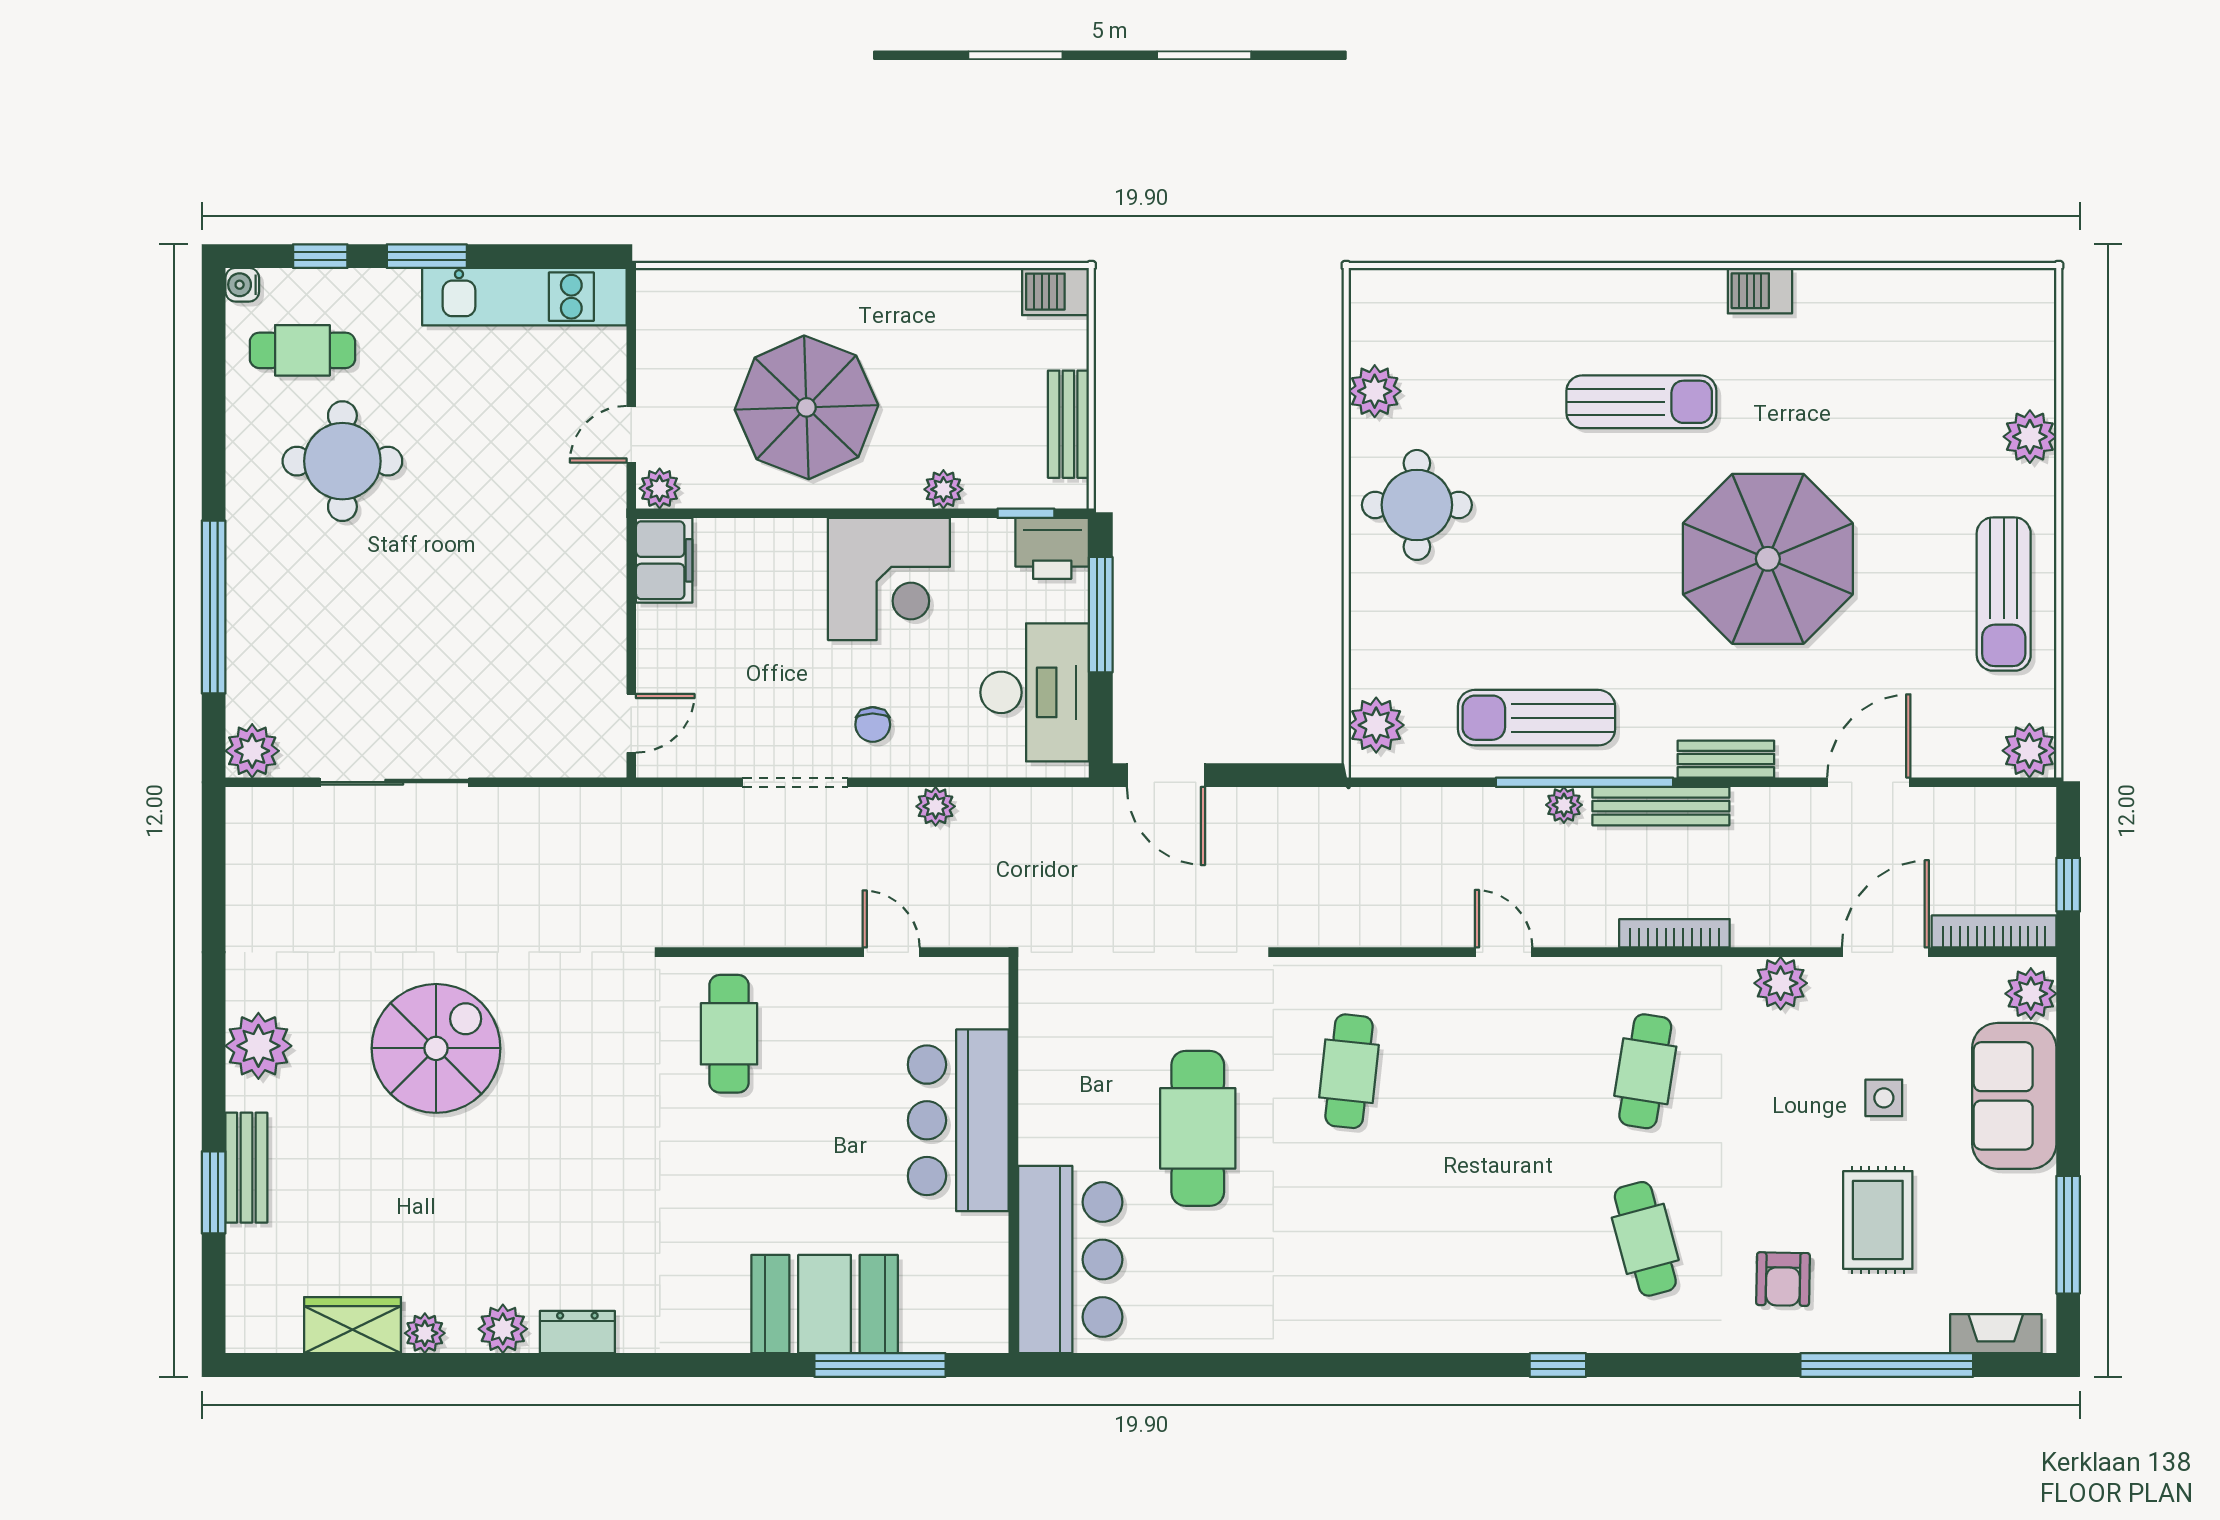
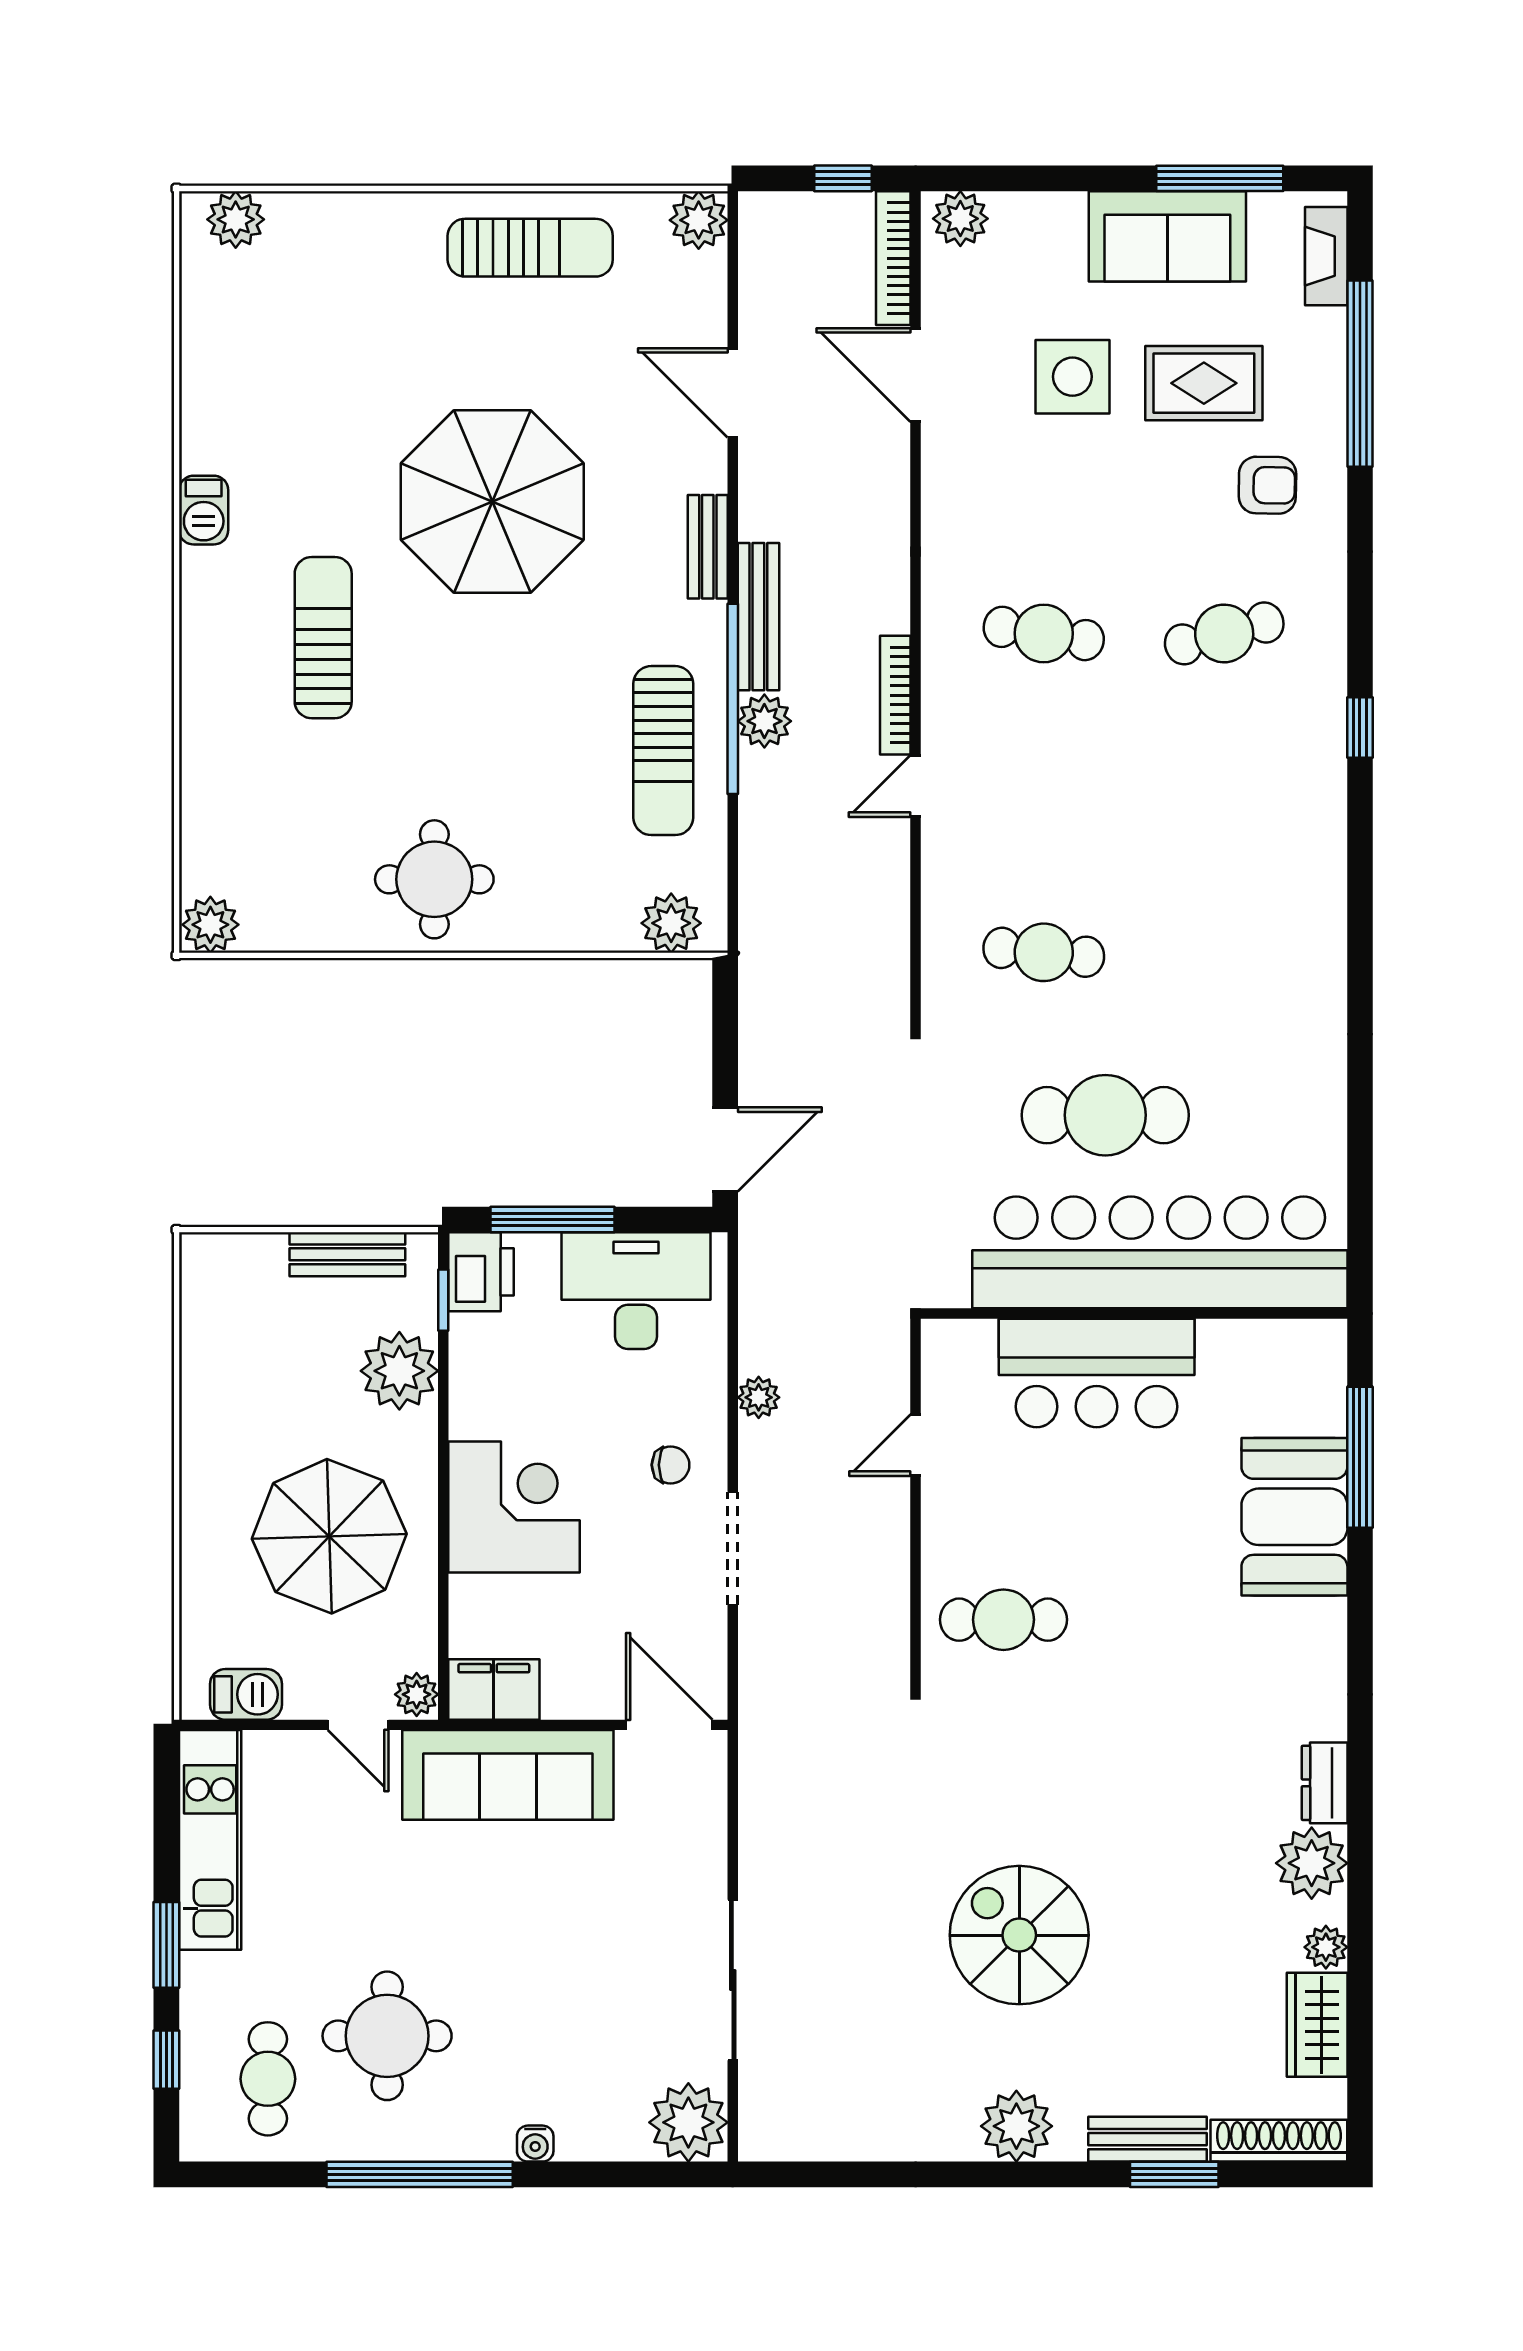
water cooler: (242, 285) -> (535, 2144), moved
barbecue: (1055, 292) -> (246, 1694), moved, turned -90
plant: (1375, 391) -> (210, 925), moved
plant: (2030, 437) -> (236, 219), moved
plant: (943, 489) -> (399, 1371), width x1.87, depth x1.87
sofa: (585, 573) -> (508, 1775), added
corner desk: (889, 579) -> (514, 1507), moved
window: (214, 607) -> (420, 2174), moved
door: (631, 723) -> (669, 1725), width x1.38
plant: (252, 751) -> (688, 2122), width x1.36, depth x1.36
plant: (1564, 805) -> (764, 721), width x1.38, depth x1.38
bookcase: (1674, 933) -> (895, 695), moved
plant: (1781, 983) -> (949, 488), removed
sofa: (2014, 1096) -> (1167, 236), moved
side table: (1884, 1098) -> (1072, 377), width x1.87, depth x1.87
bar counter: (1070, 1260) -> (1160, 1252), width x1.86
shoe rack: (245, 1290) -> (1279, 2141), added
plant: (503, 1329) -> (1312, 1863), width x1.36, depth x1.36

